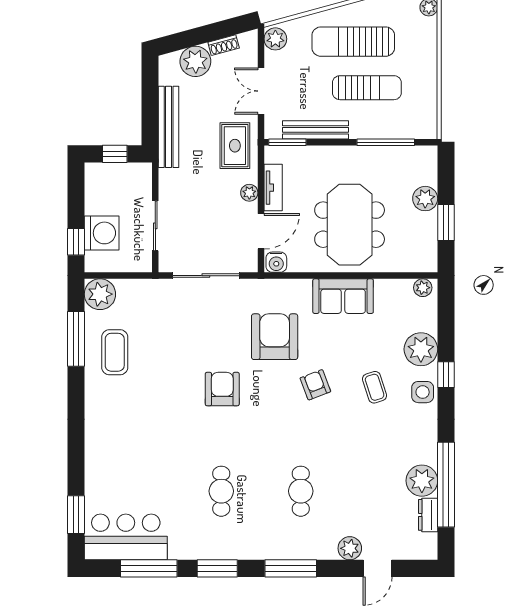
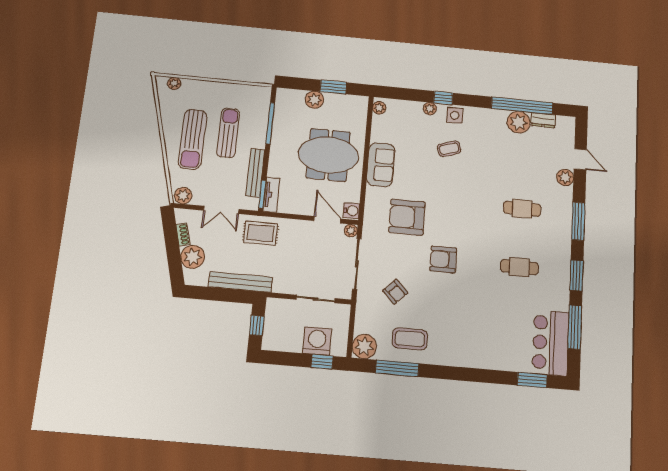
tv unit: (273, 188) -> (271, 195), moved, turned 90
plant: (249, 193) -> (351, 231), moved
plant: (421, 349) -> (430, 109), width x0.53, depth x0.53
armchair: (315, 385) -> (395, 292), moved, turned -114

